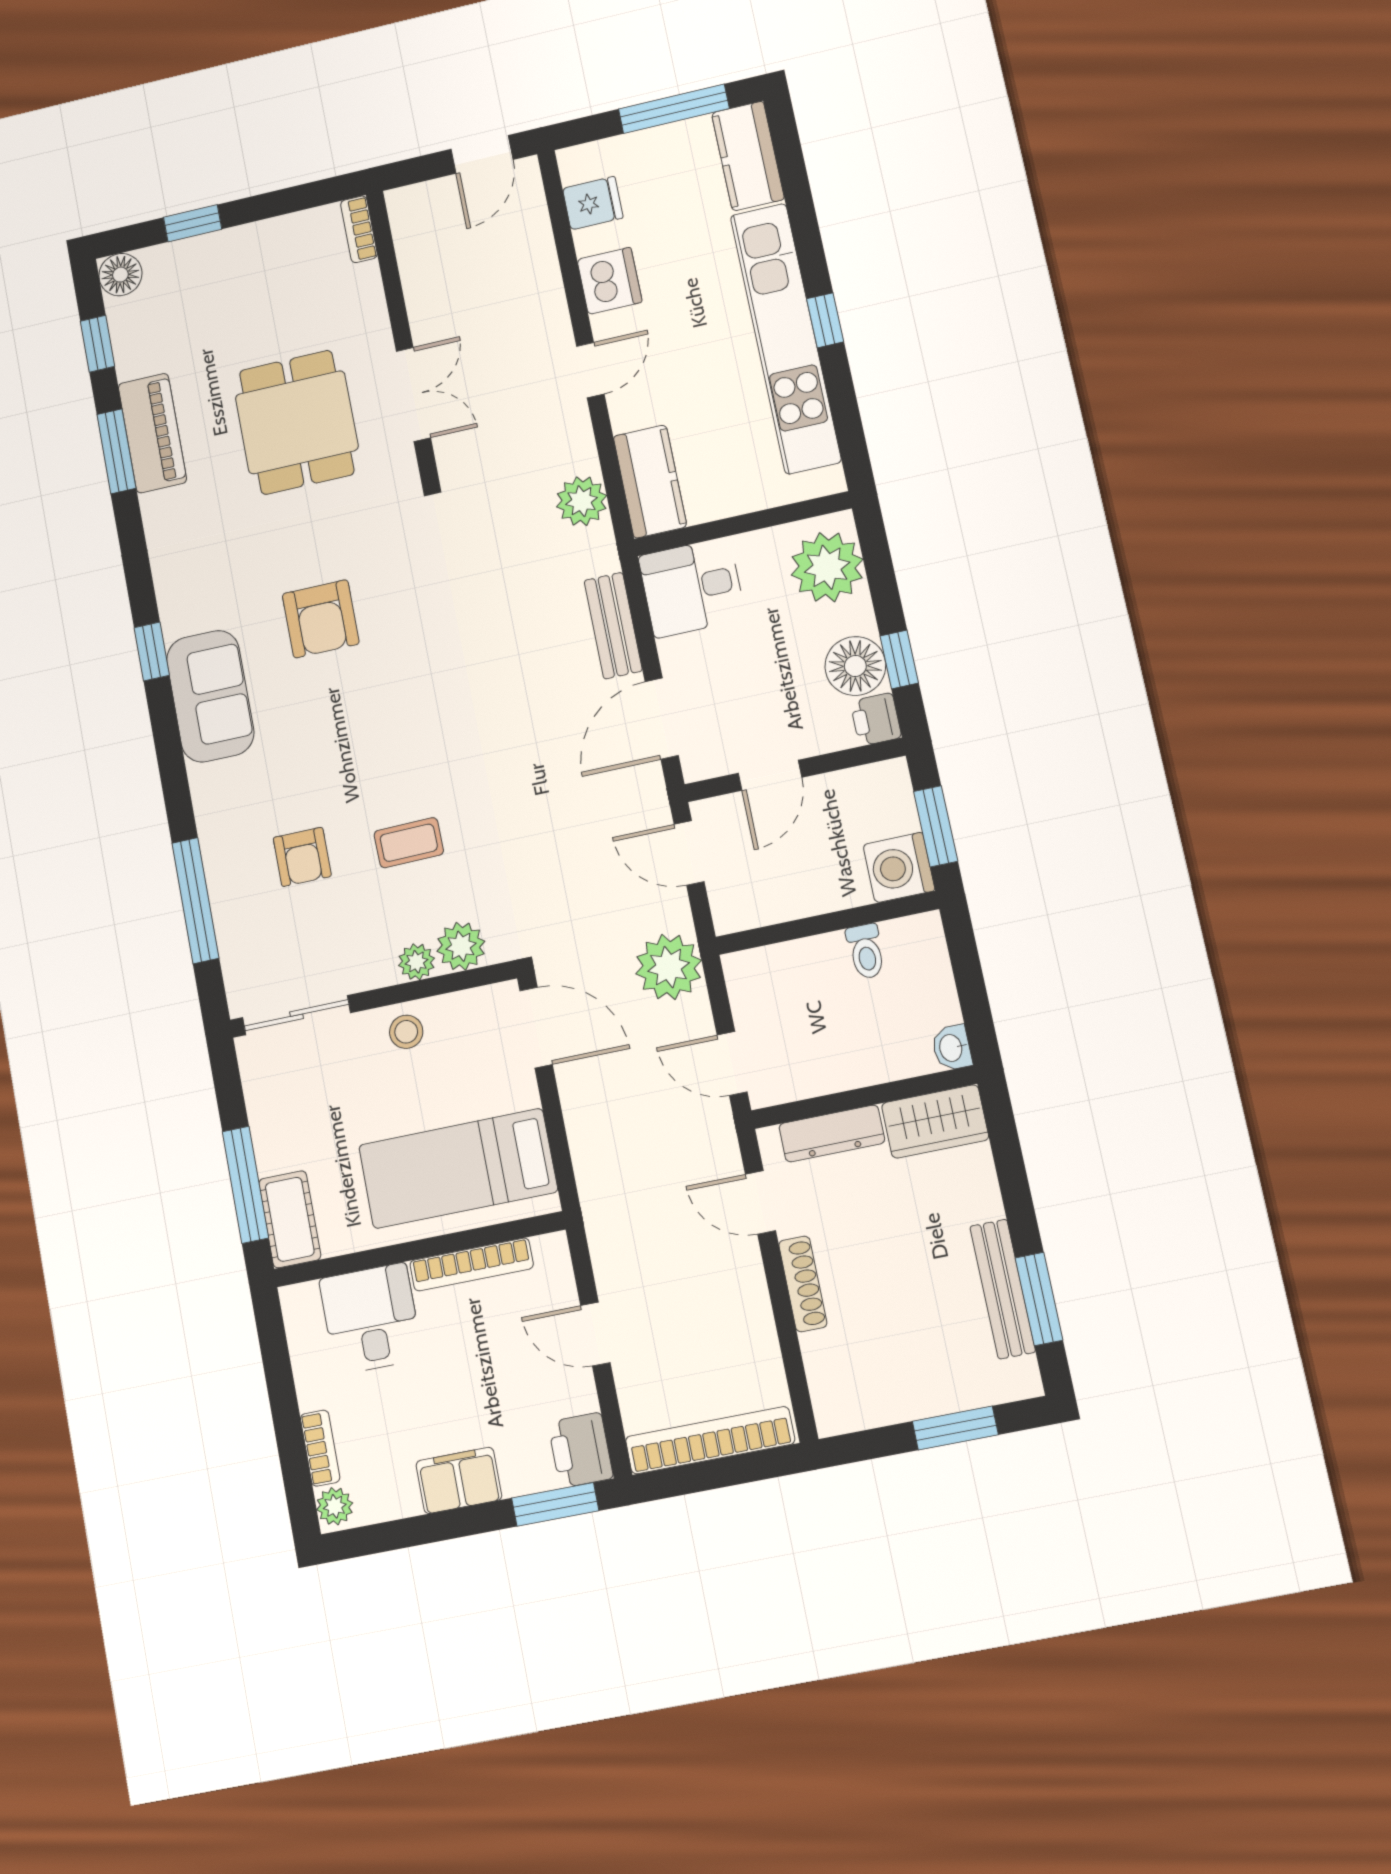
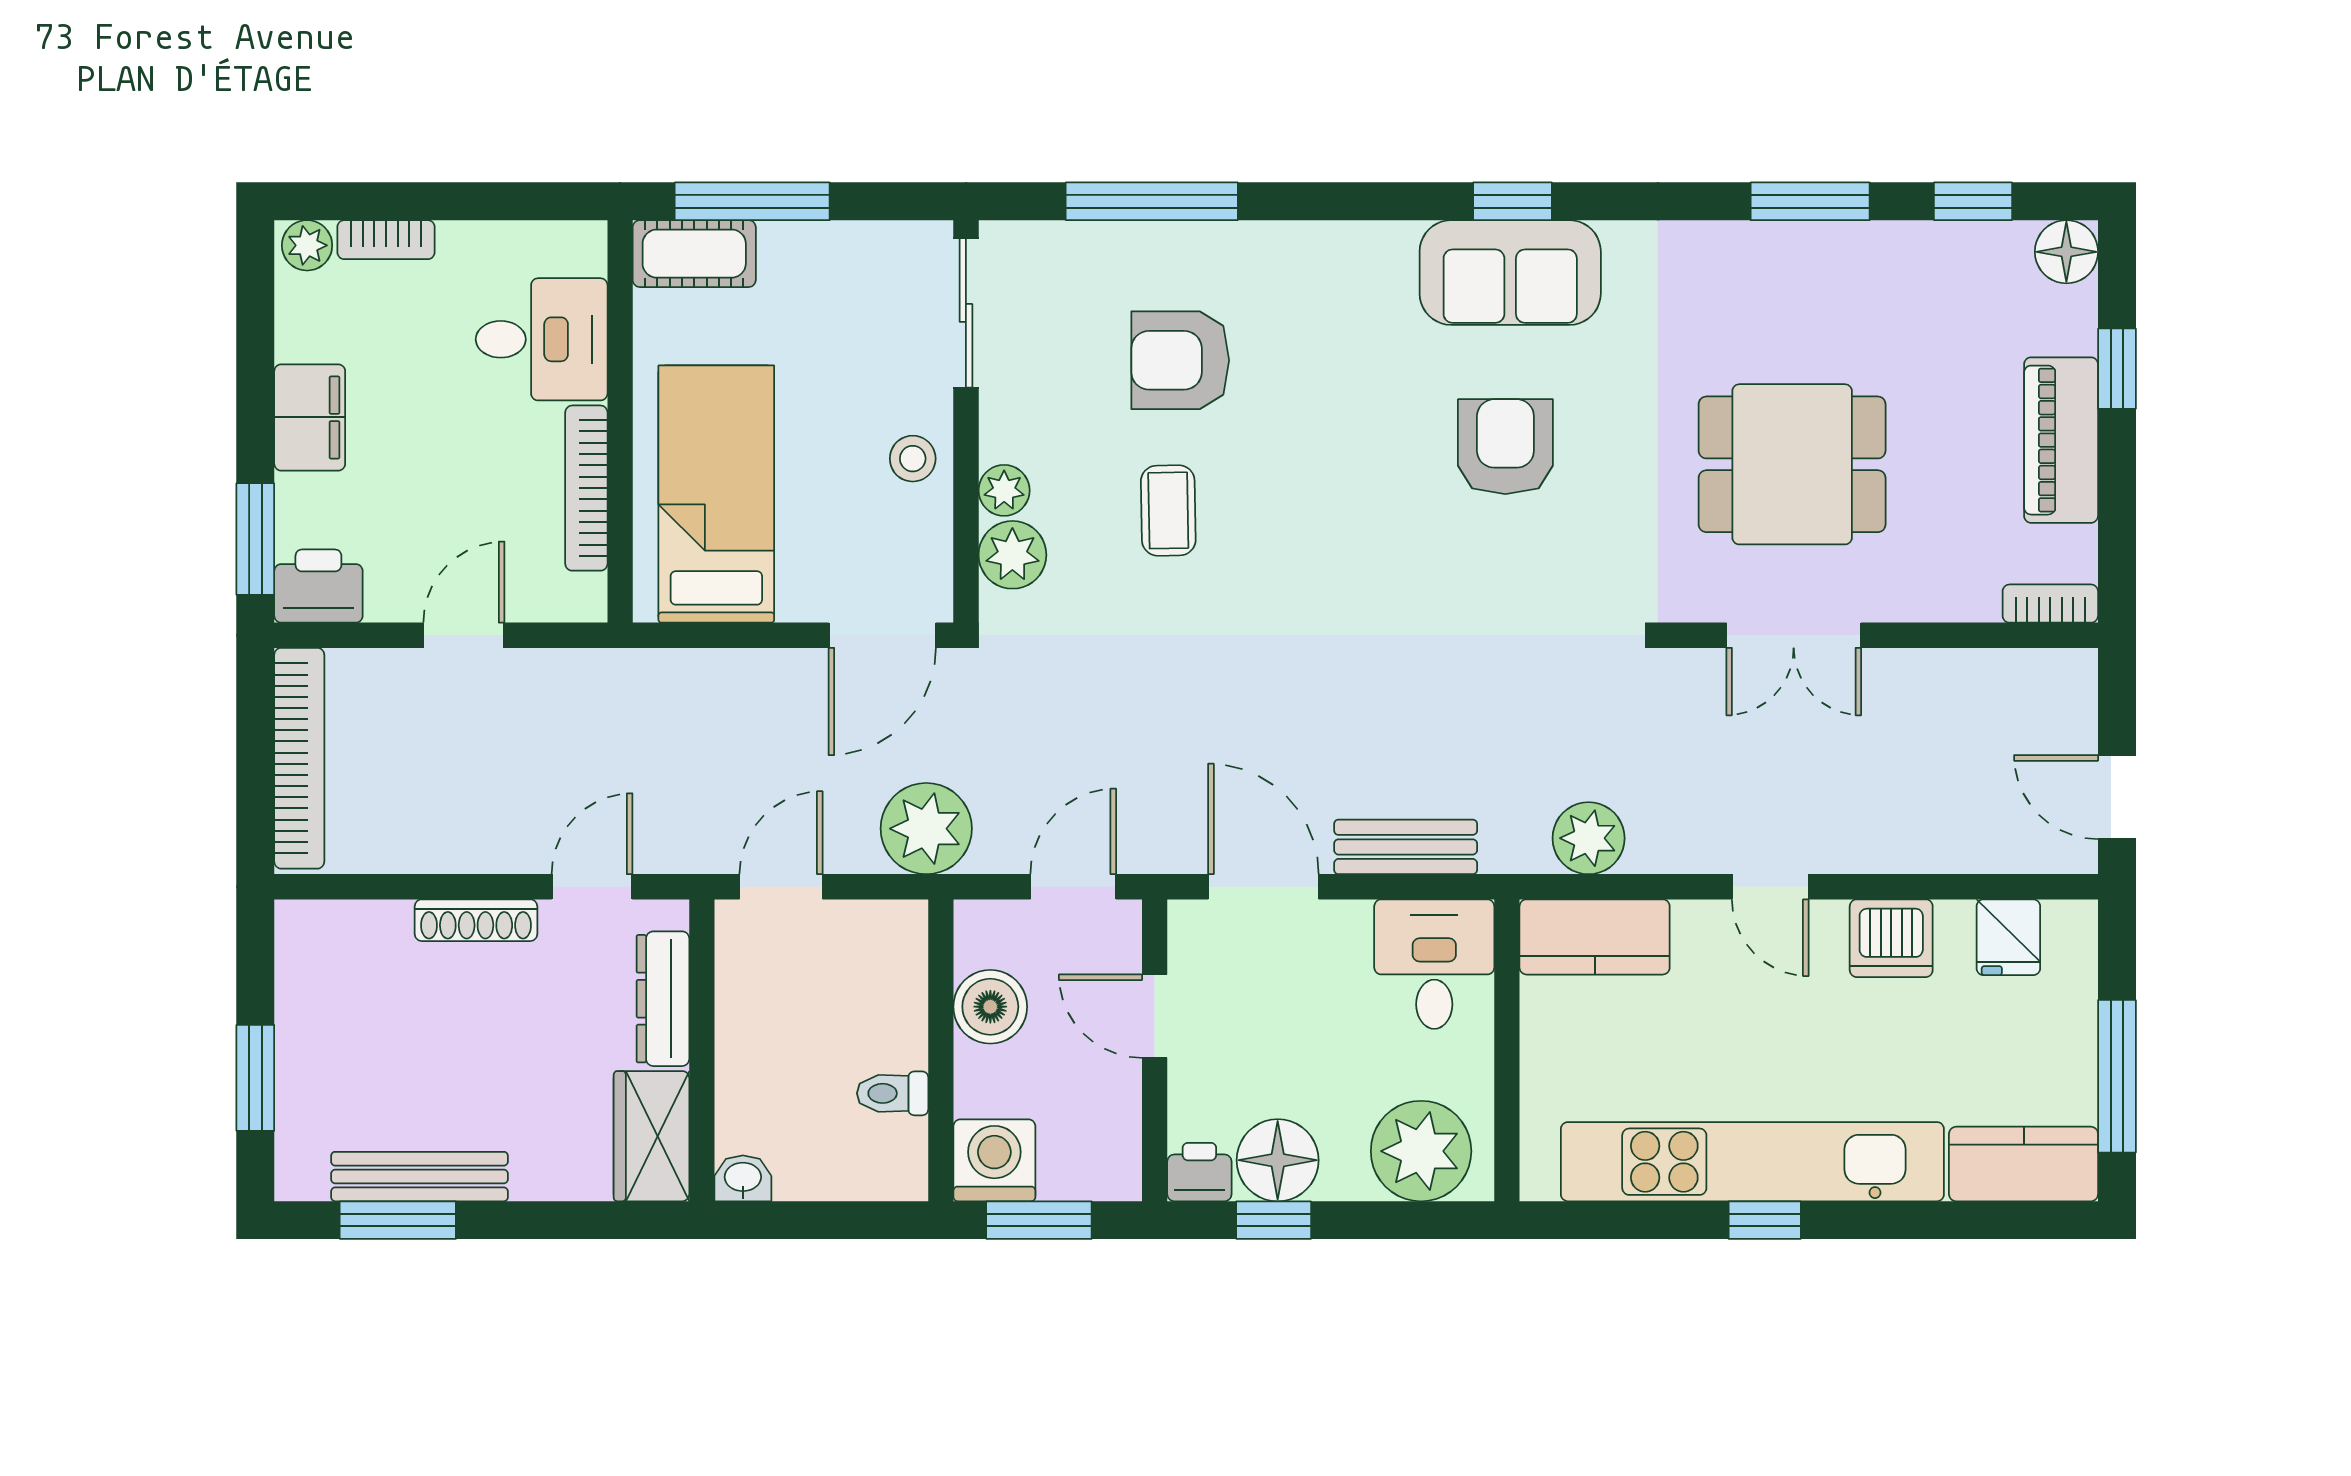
piano: (152, 433) -> (2061, 440), moved, turned 90
armchair: (321, 619) -> (1505, 447), turned 90
sofa: (210, 696) -> (1510, 273), moved
armchair: (302, 857) -> (1180, 360), width x1.38, depth x1.38
boiler: (788, 894) -> (990, 1007), added

